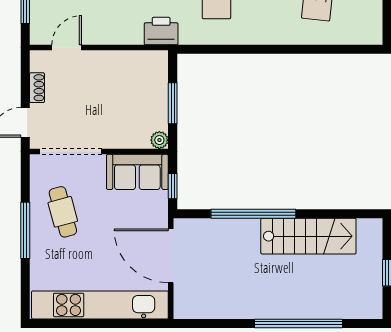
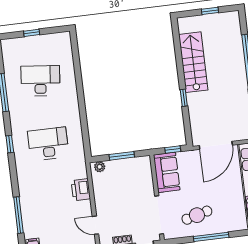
printer: (161, 31) -> (81, 190), moved
plant: (159, 140) -> (100, 167), moved
window: (253, 214) -> (184, 98), width x0.32

